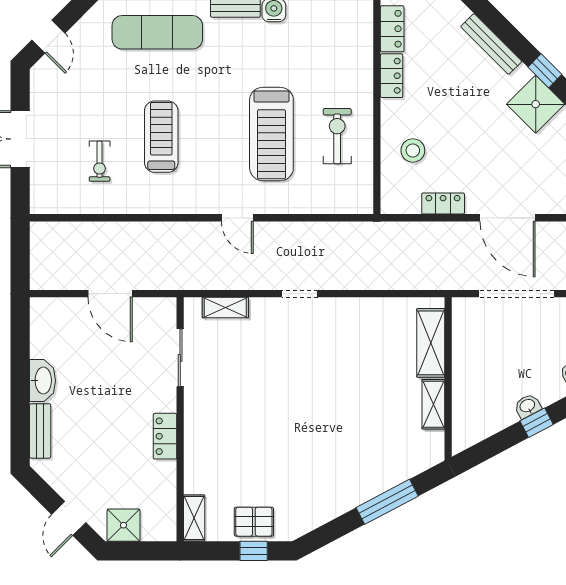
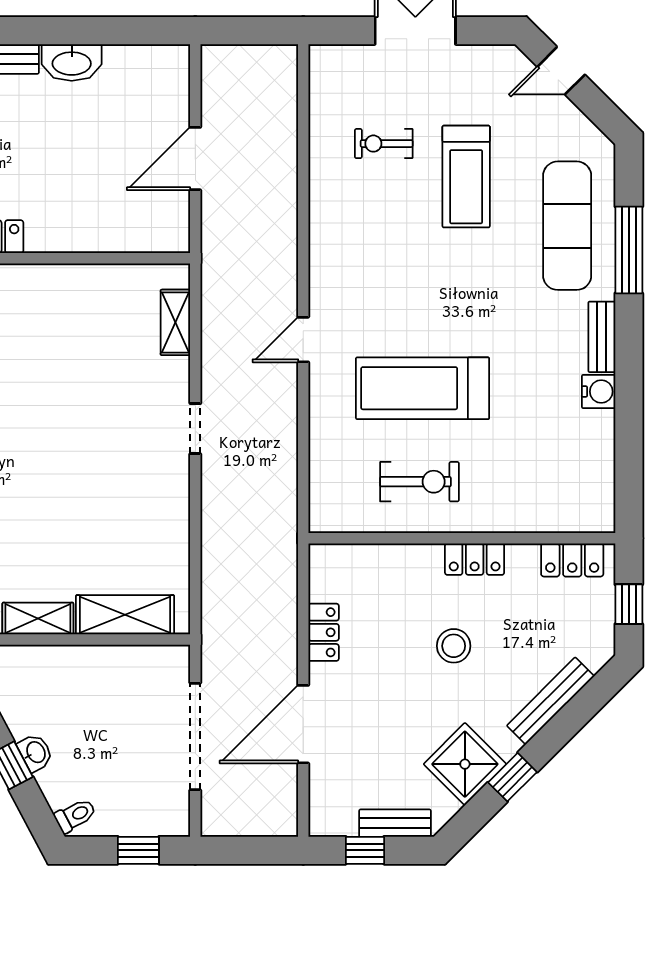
locker: (392, 76) -> (475, 559), moved
treadmill: (161, 137) -> (466, 177), moved, turned 90
stool: (413, 150) -> (454, 646), moved
sliding door: (180, 358) -> (104, 258), removed

